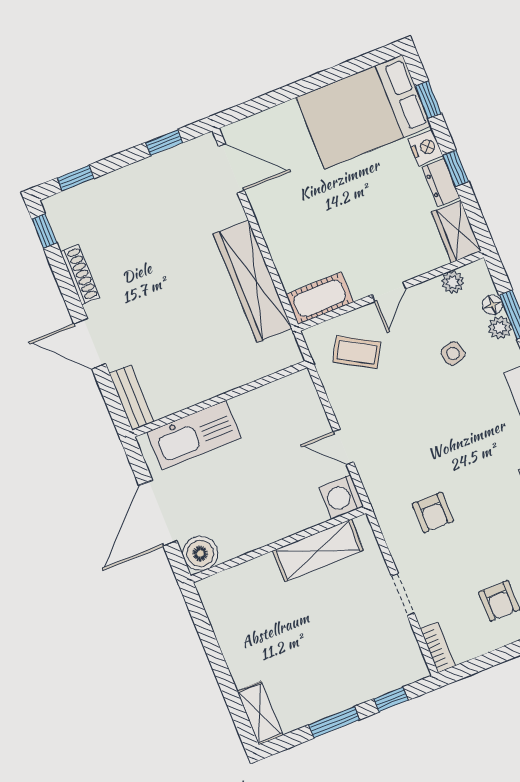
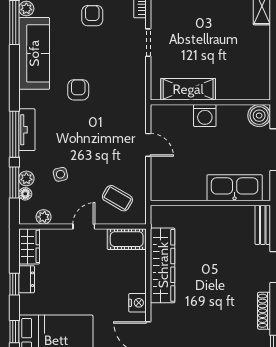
nightstand: (425, 148) -> (137, 303), moved, turned 180
washing machine: (341, 497) -> (205, 116), moved, turned 90
armchair: (433, 513) -> (78, 90), moved

